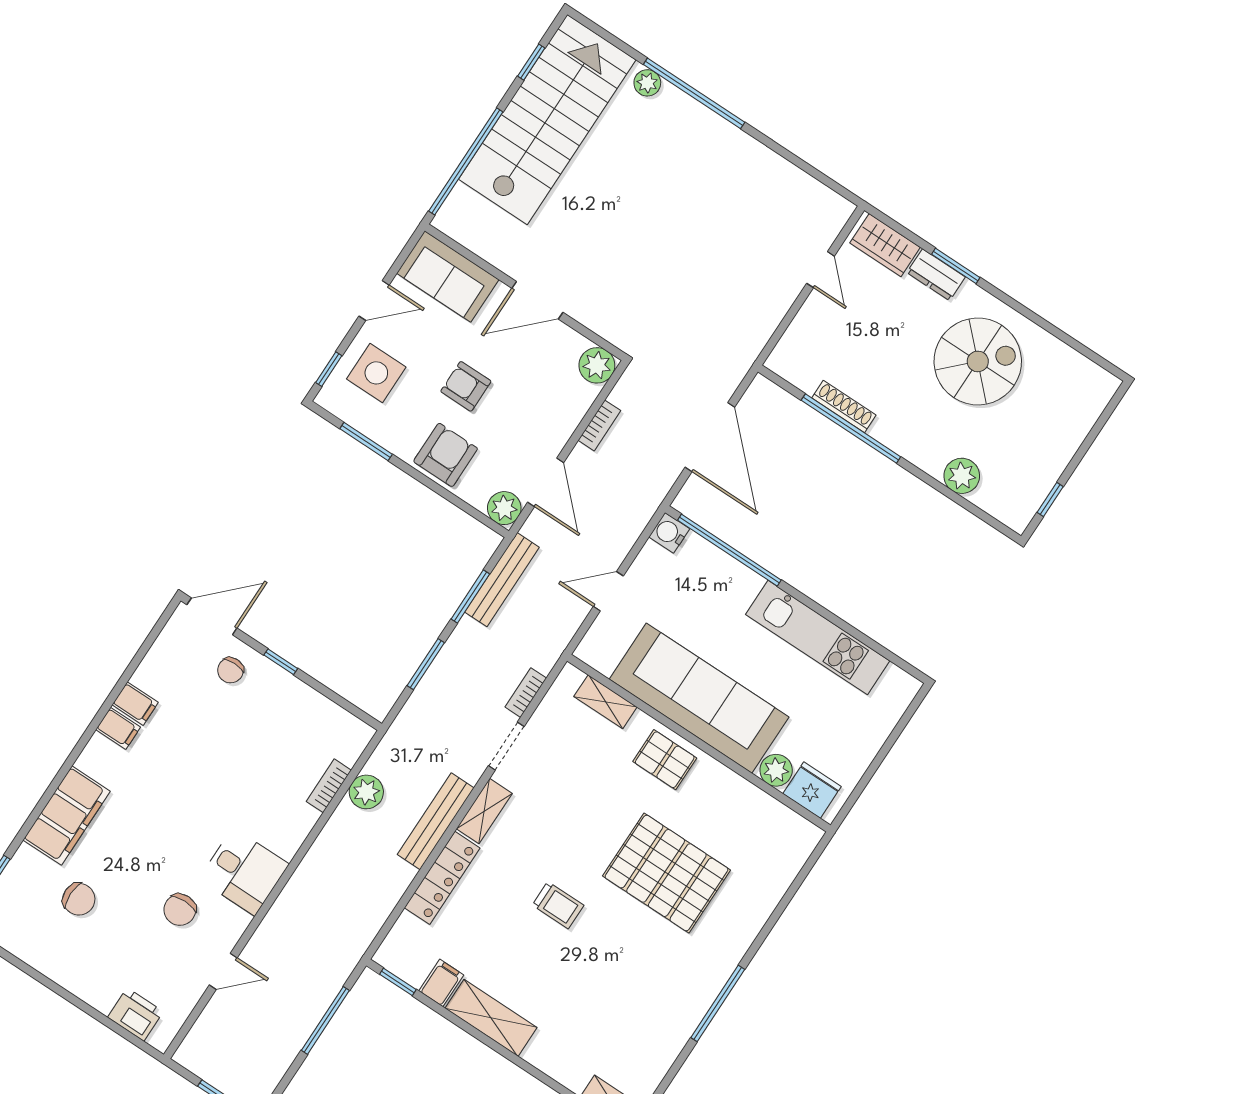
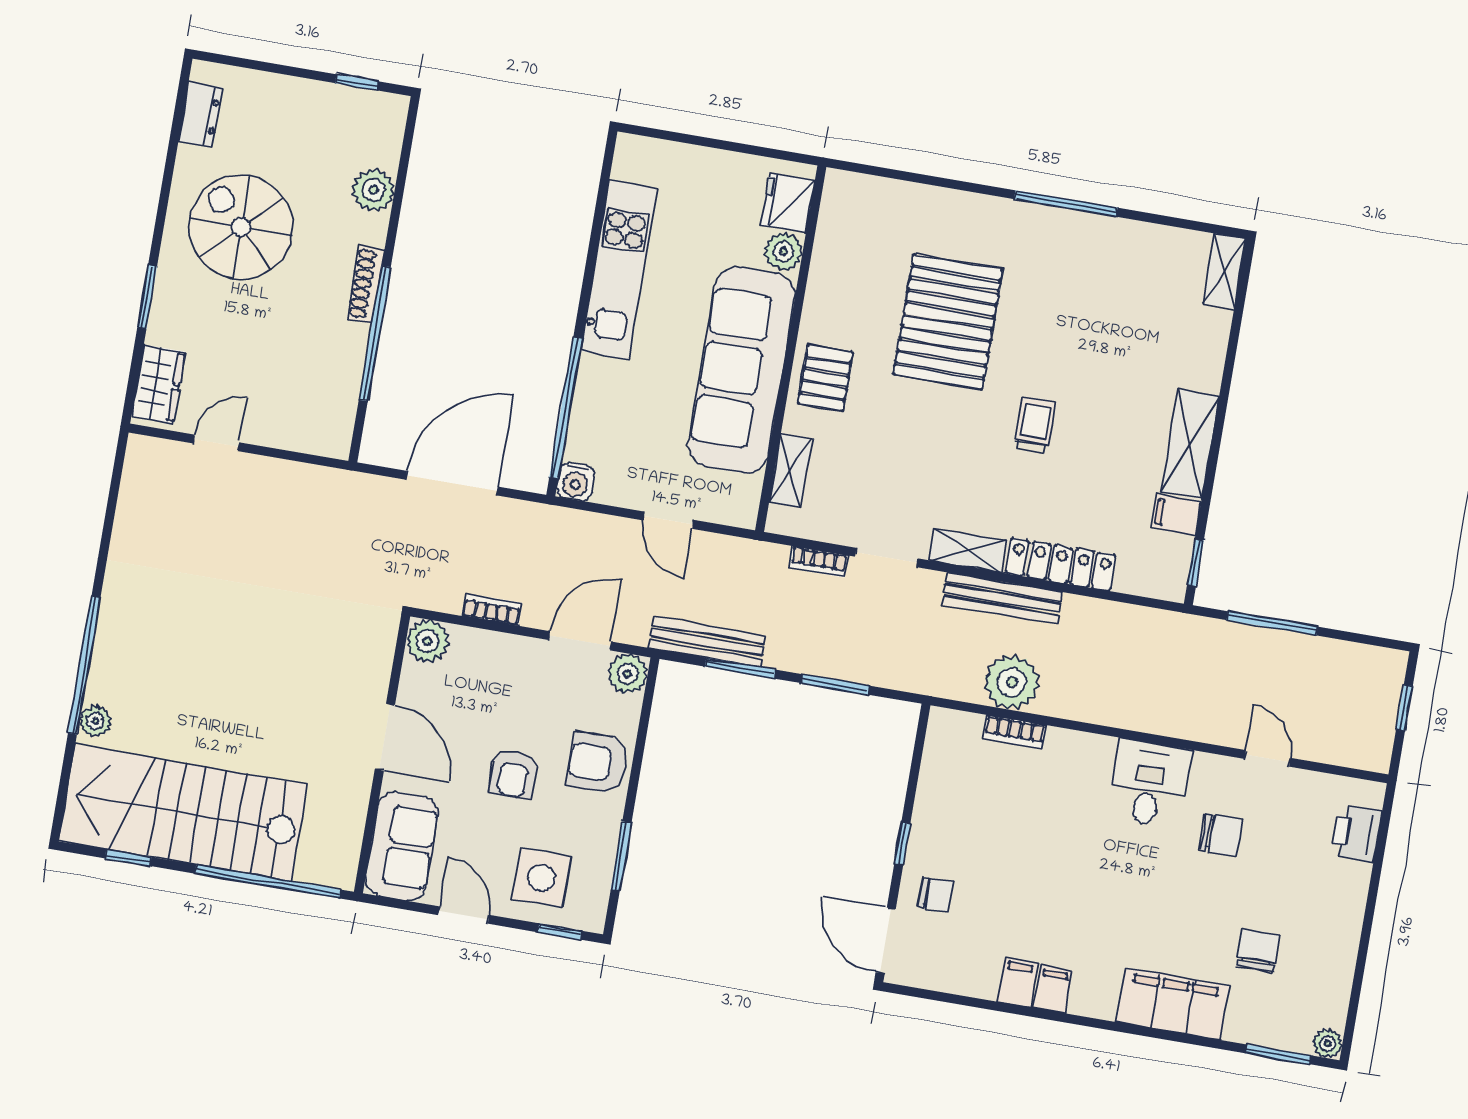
dresser: (936, 275) -> (200, 115), moved
shoe rack: (844, 407) -> (366, 284), moved
plant: (366, 792) -> (1012, 682), width x1.36, depth x1.36

